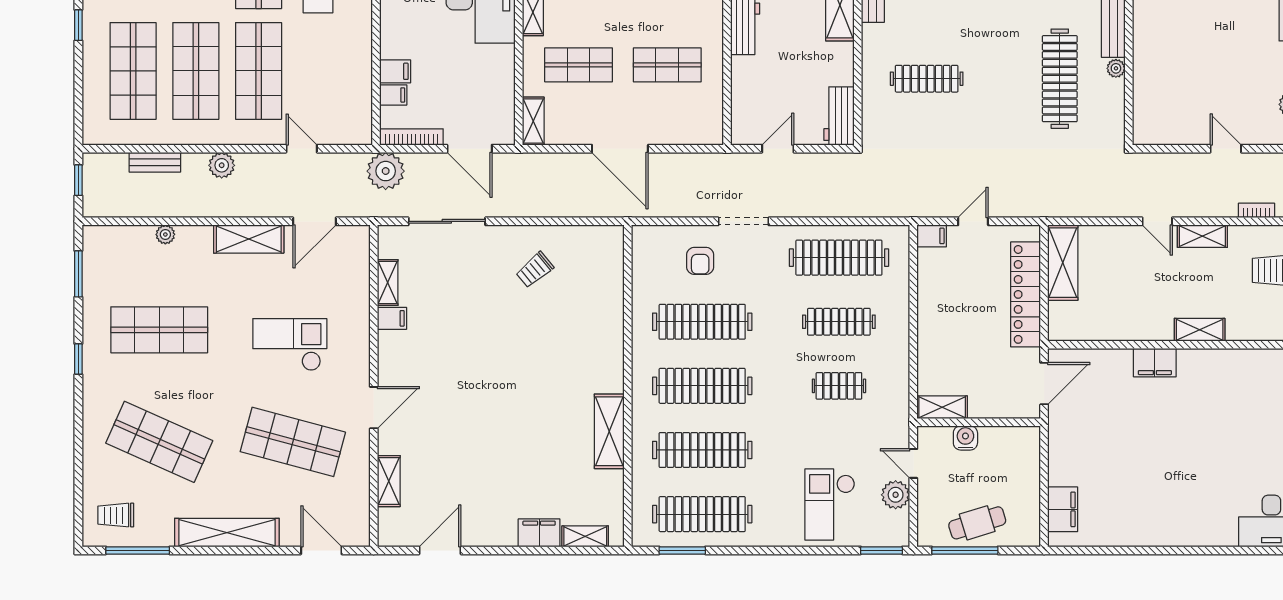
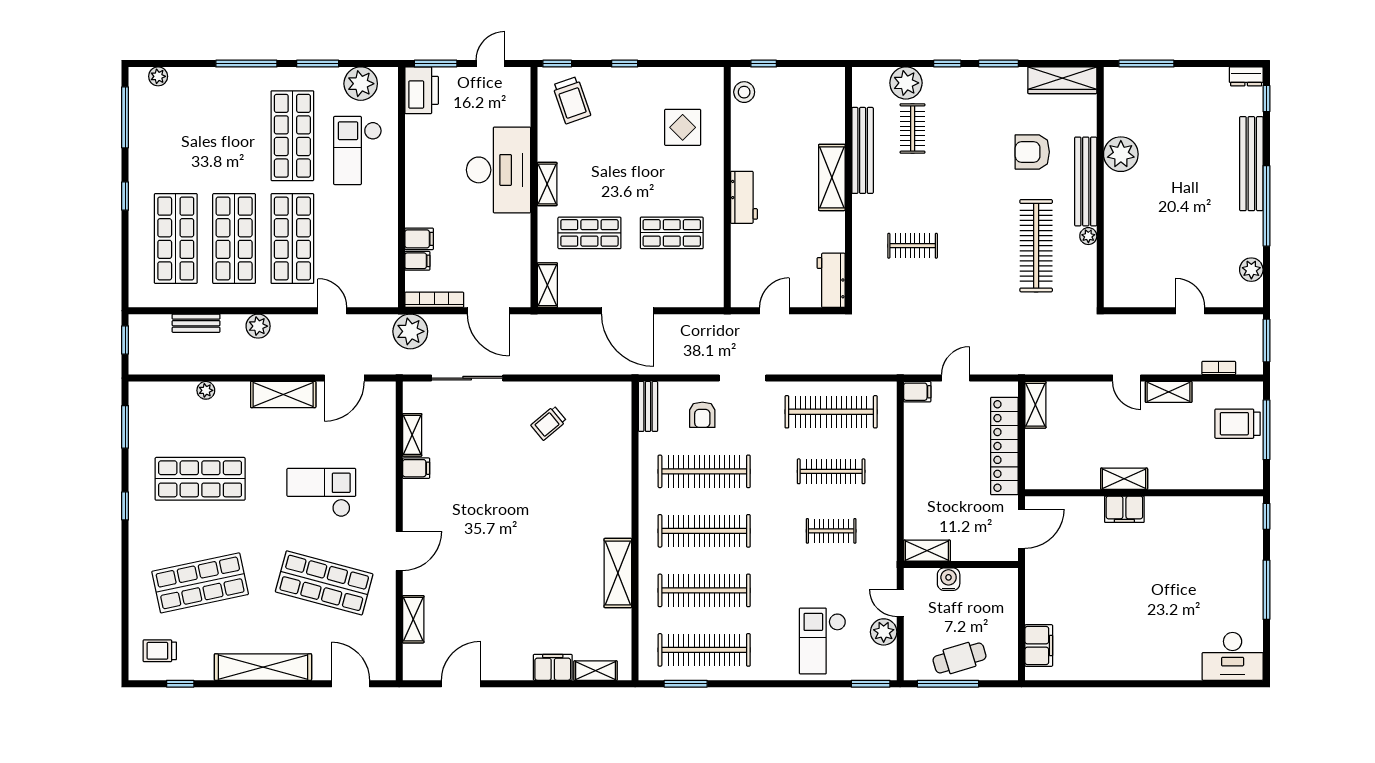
clothes rail: (927, 79) -> (913, 246), width x0.73
bench: (642, 252) -> (648, 406), added
shelving: (1063, 263) -> (1035, 405), width x0.67, depth x0.75
shelving: (1200, 330) -> (1124, 479), moved
shop shelf: (159, 442) -> (200, 583), turned -36
window: (138, 550) -> (180, 684), width x0.46

